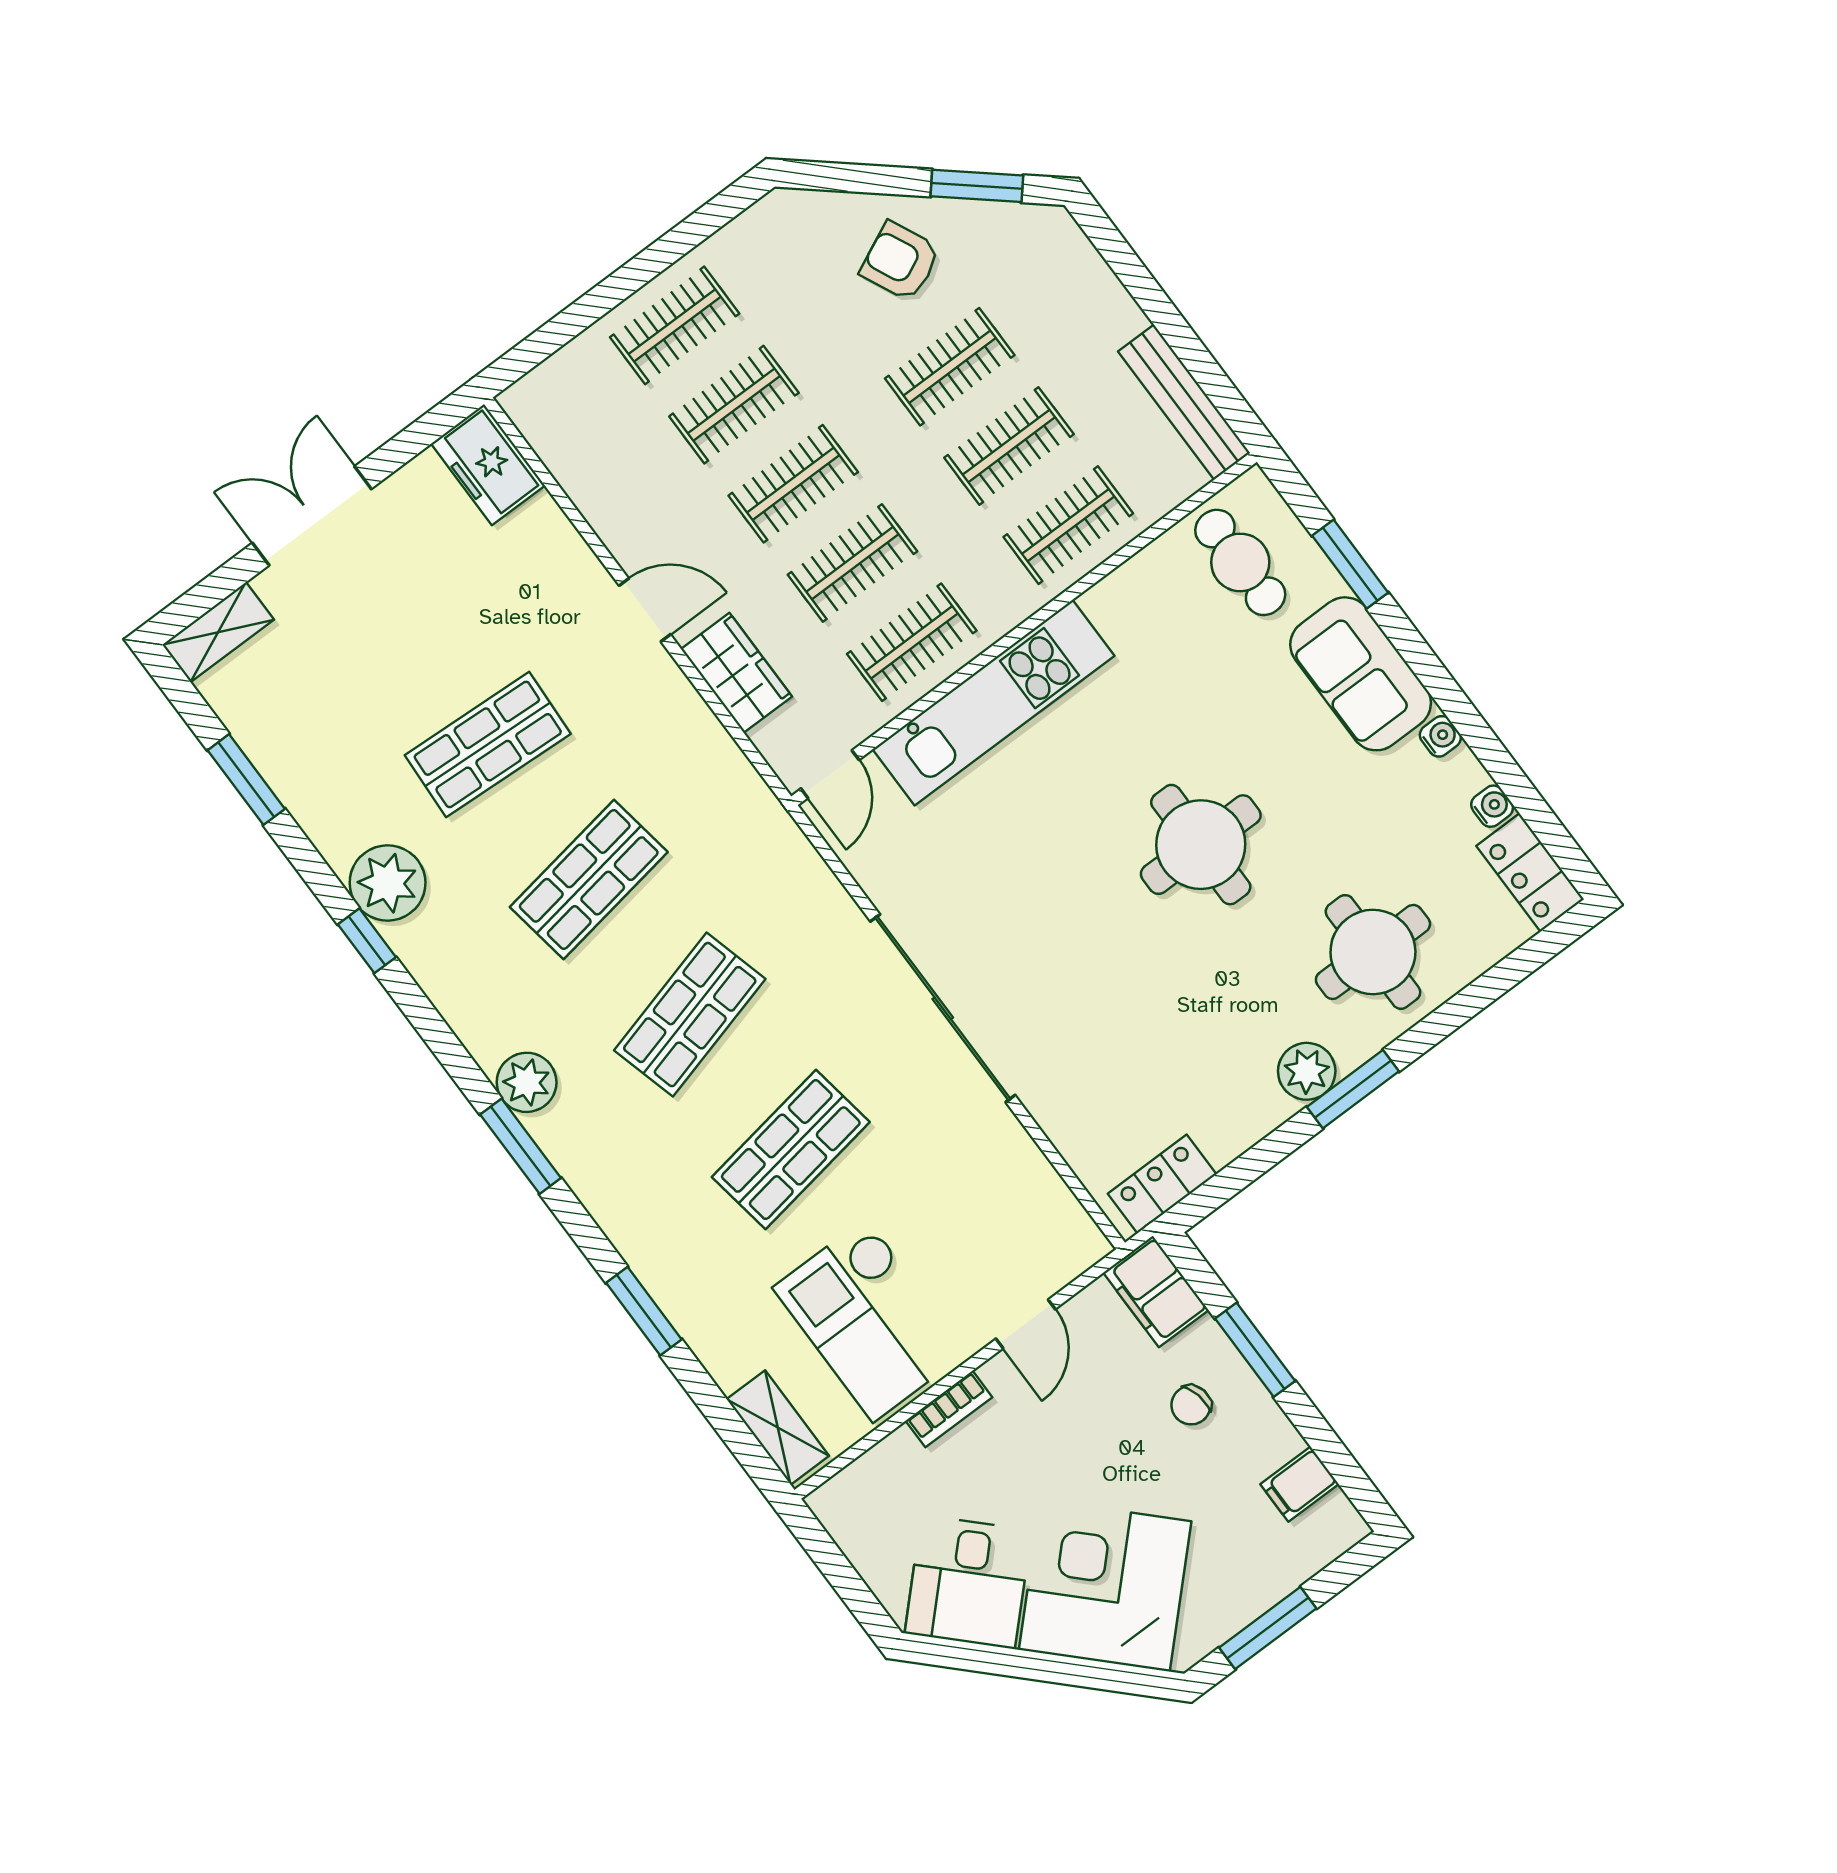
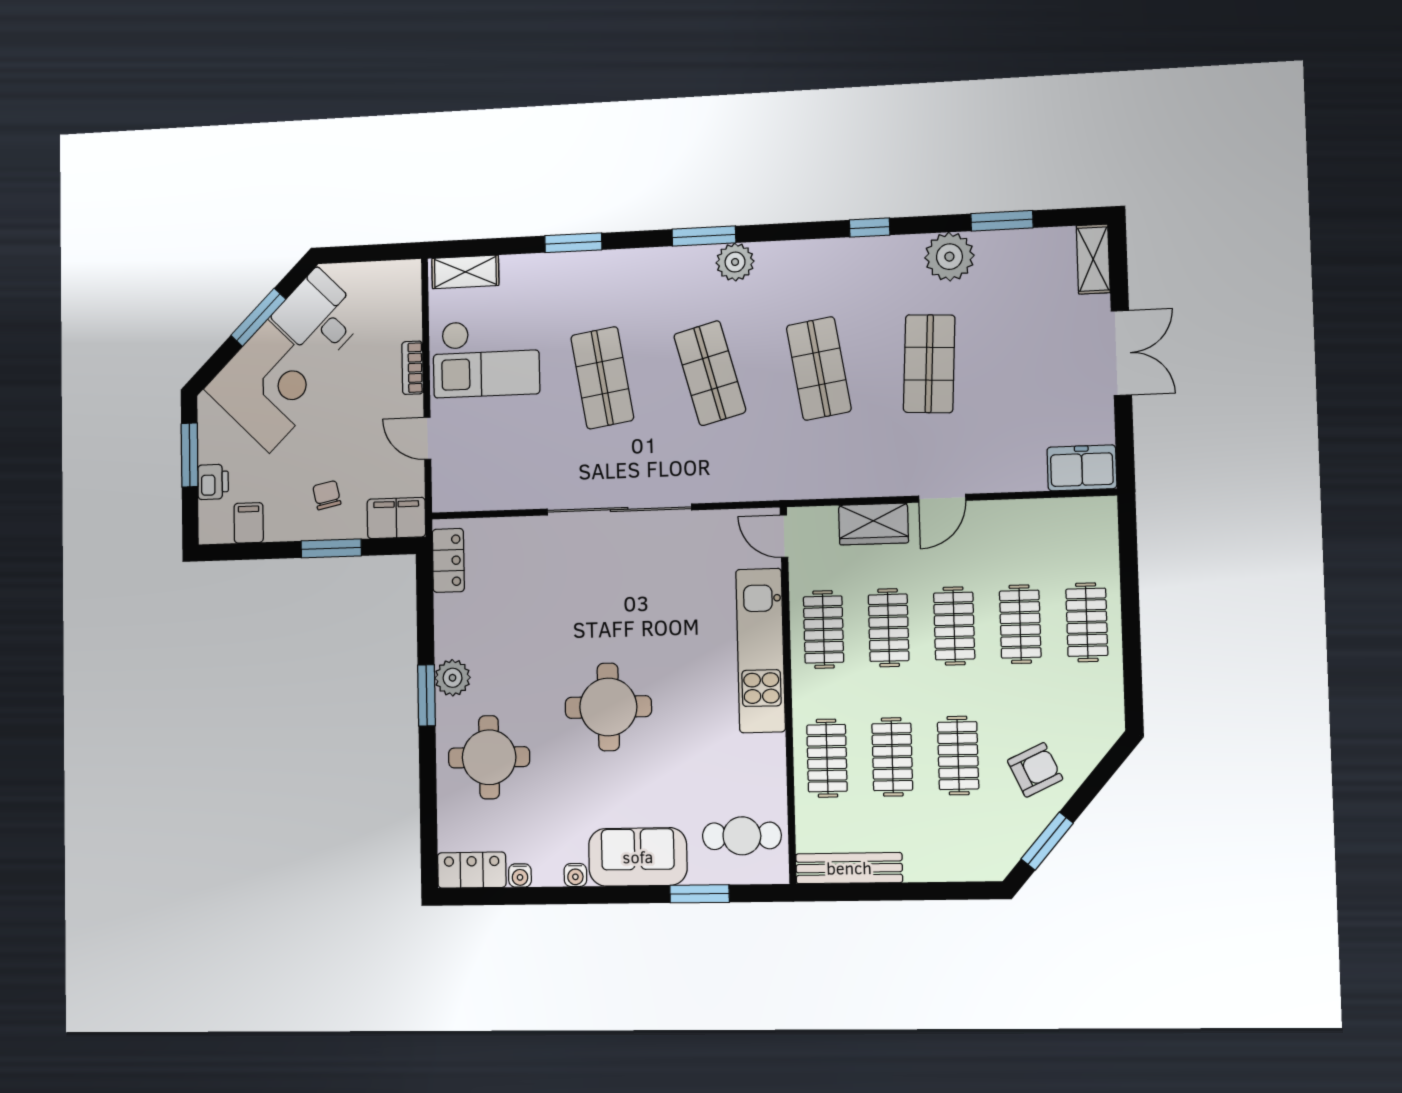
plant: (388, 883) -> (949, 257), moved
checkout: (870, 1320) -> (486, 358), turned 180
printer: (1280, 1571) -> (213, 482), added
window: (1025, 1664) -> (258, 317), added

